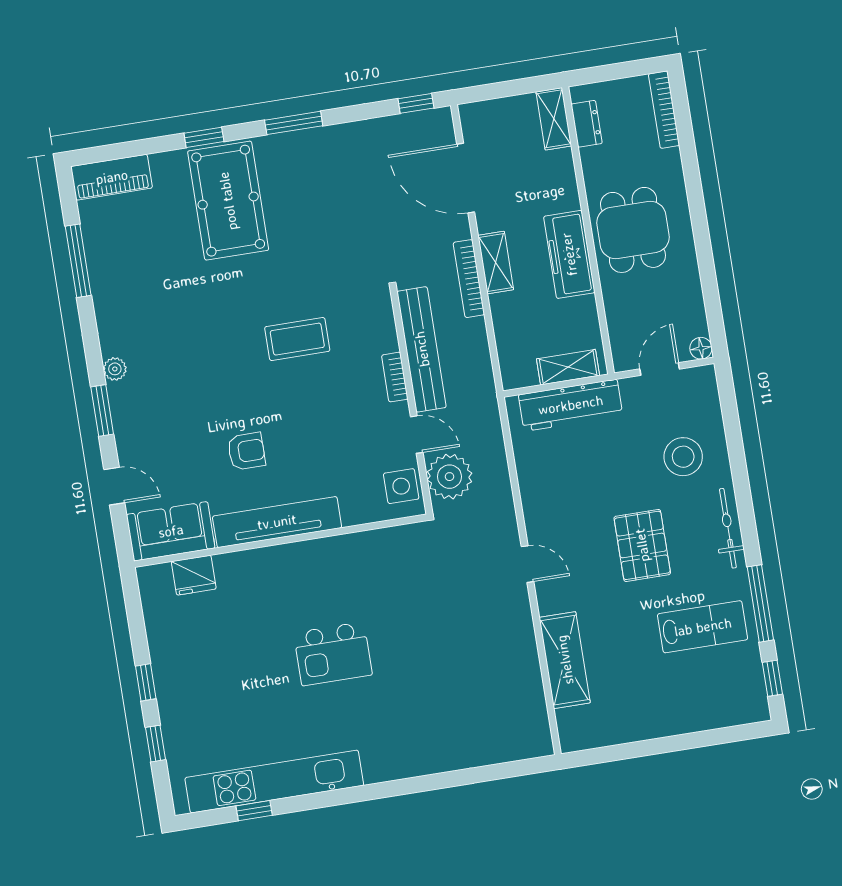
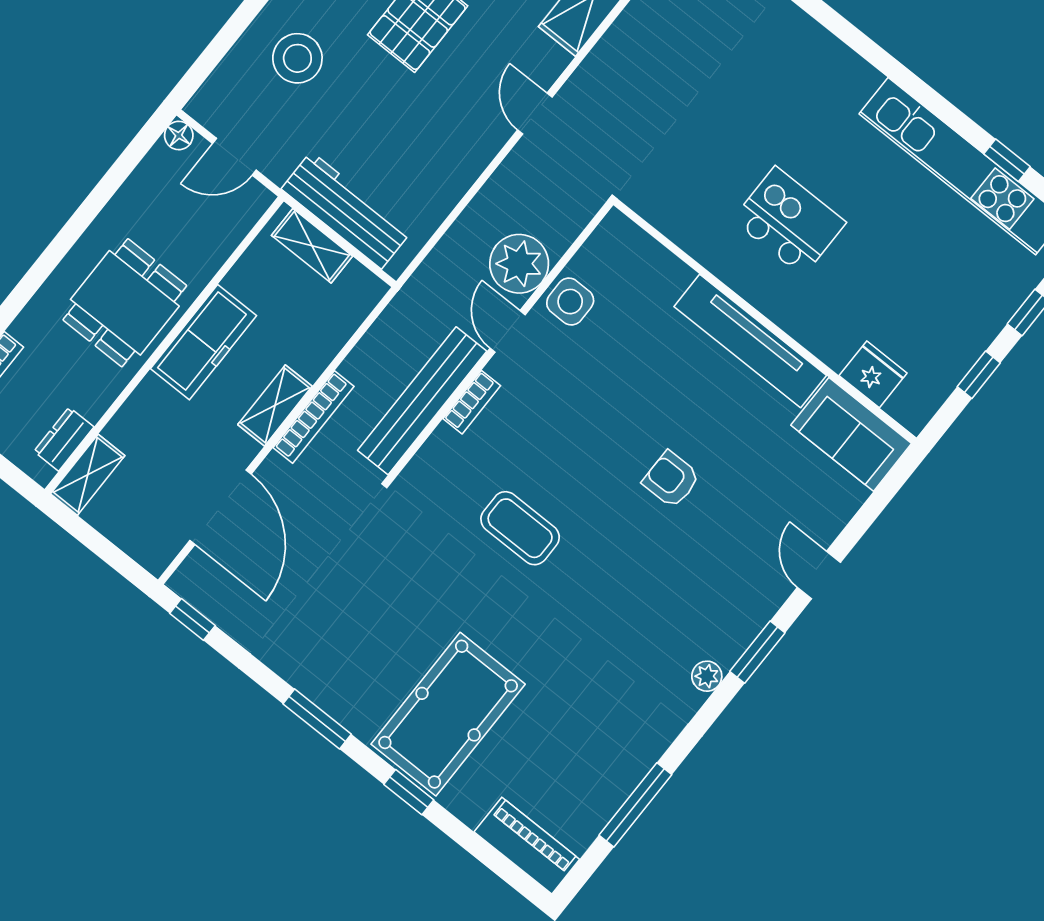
tv unit: (277, 522) -> (750, 341), moved
sofa: (171, 531) -> (851, 434), moved
wall: (281, 541) -> (765, 321), moved
fridge: (194, 575) -> (873, 374), moved

